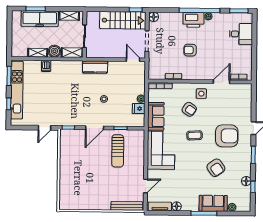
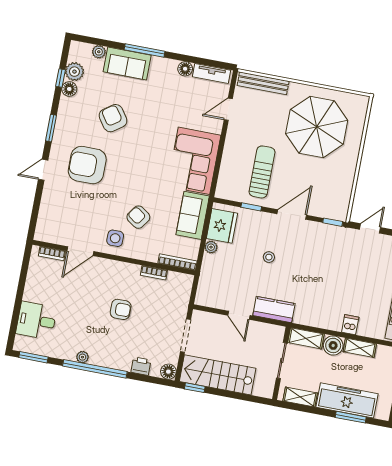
printer: (193, 20) -> (141, 366), moved, width x0.53, depth x0.68
door: (133, 60) -> (239, 315), moved
fridge: (139, 109) -> (222, 226), width x1.88, depth x1.34
coffee table: (195, 135) -> (137, 175), removed
parasol: (89, 185) -> (317, 127), added
plant: (245, 192) -> (74, 72), added

